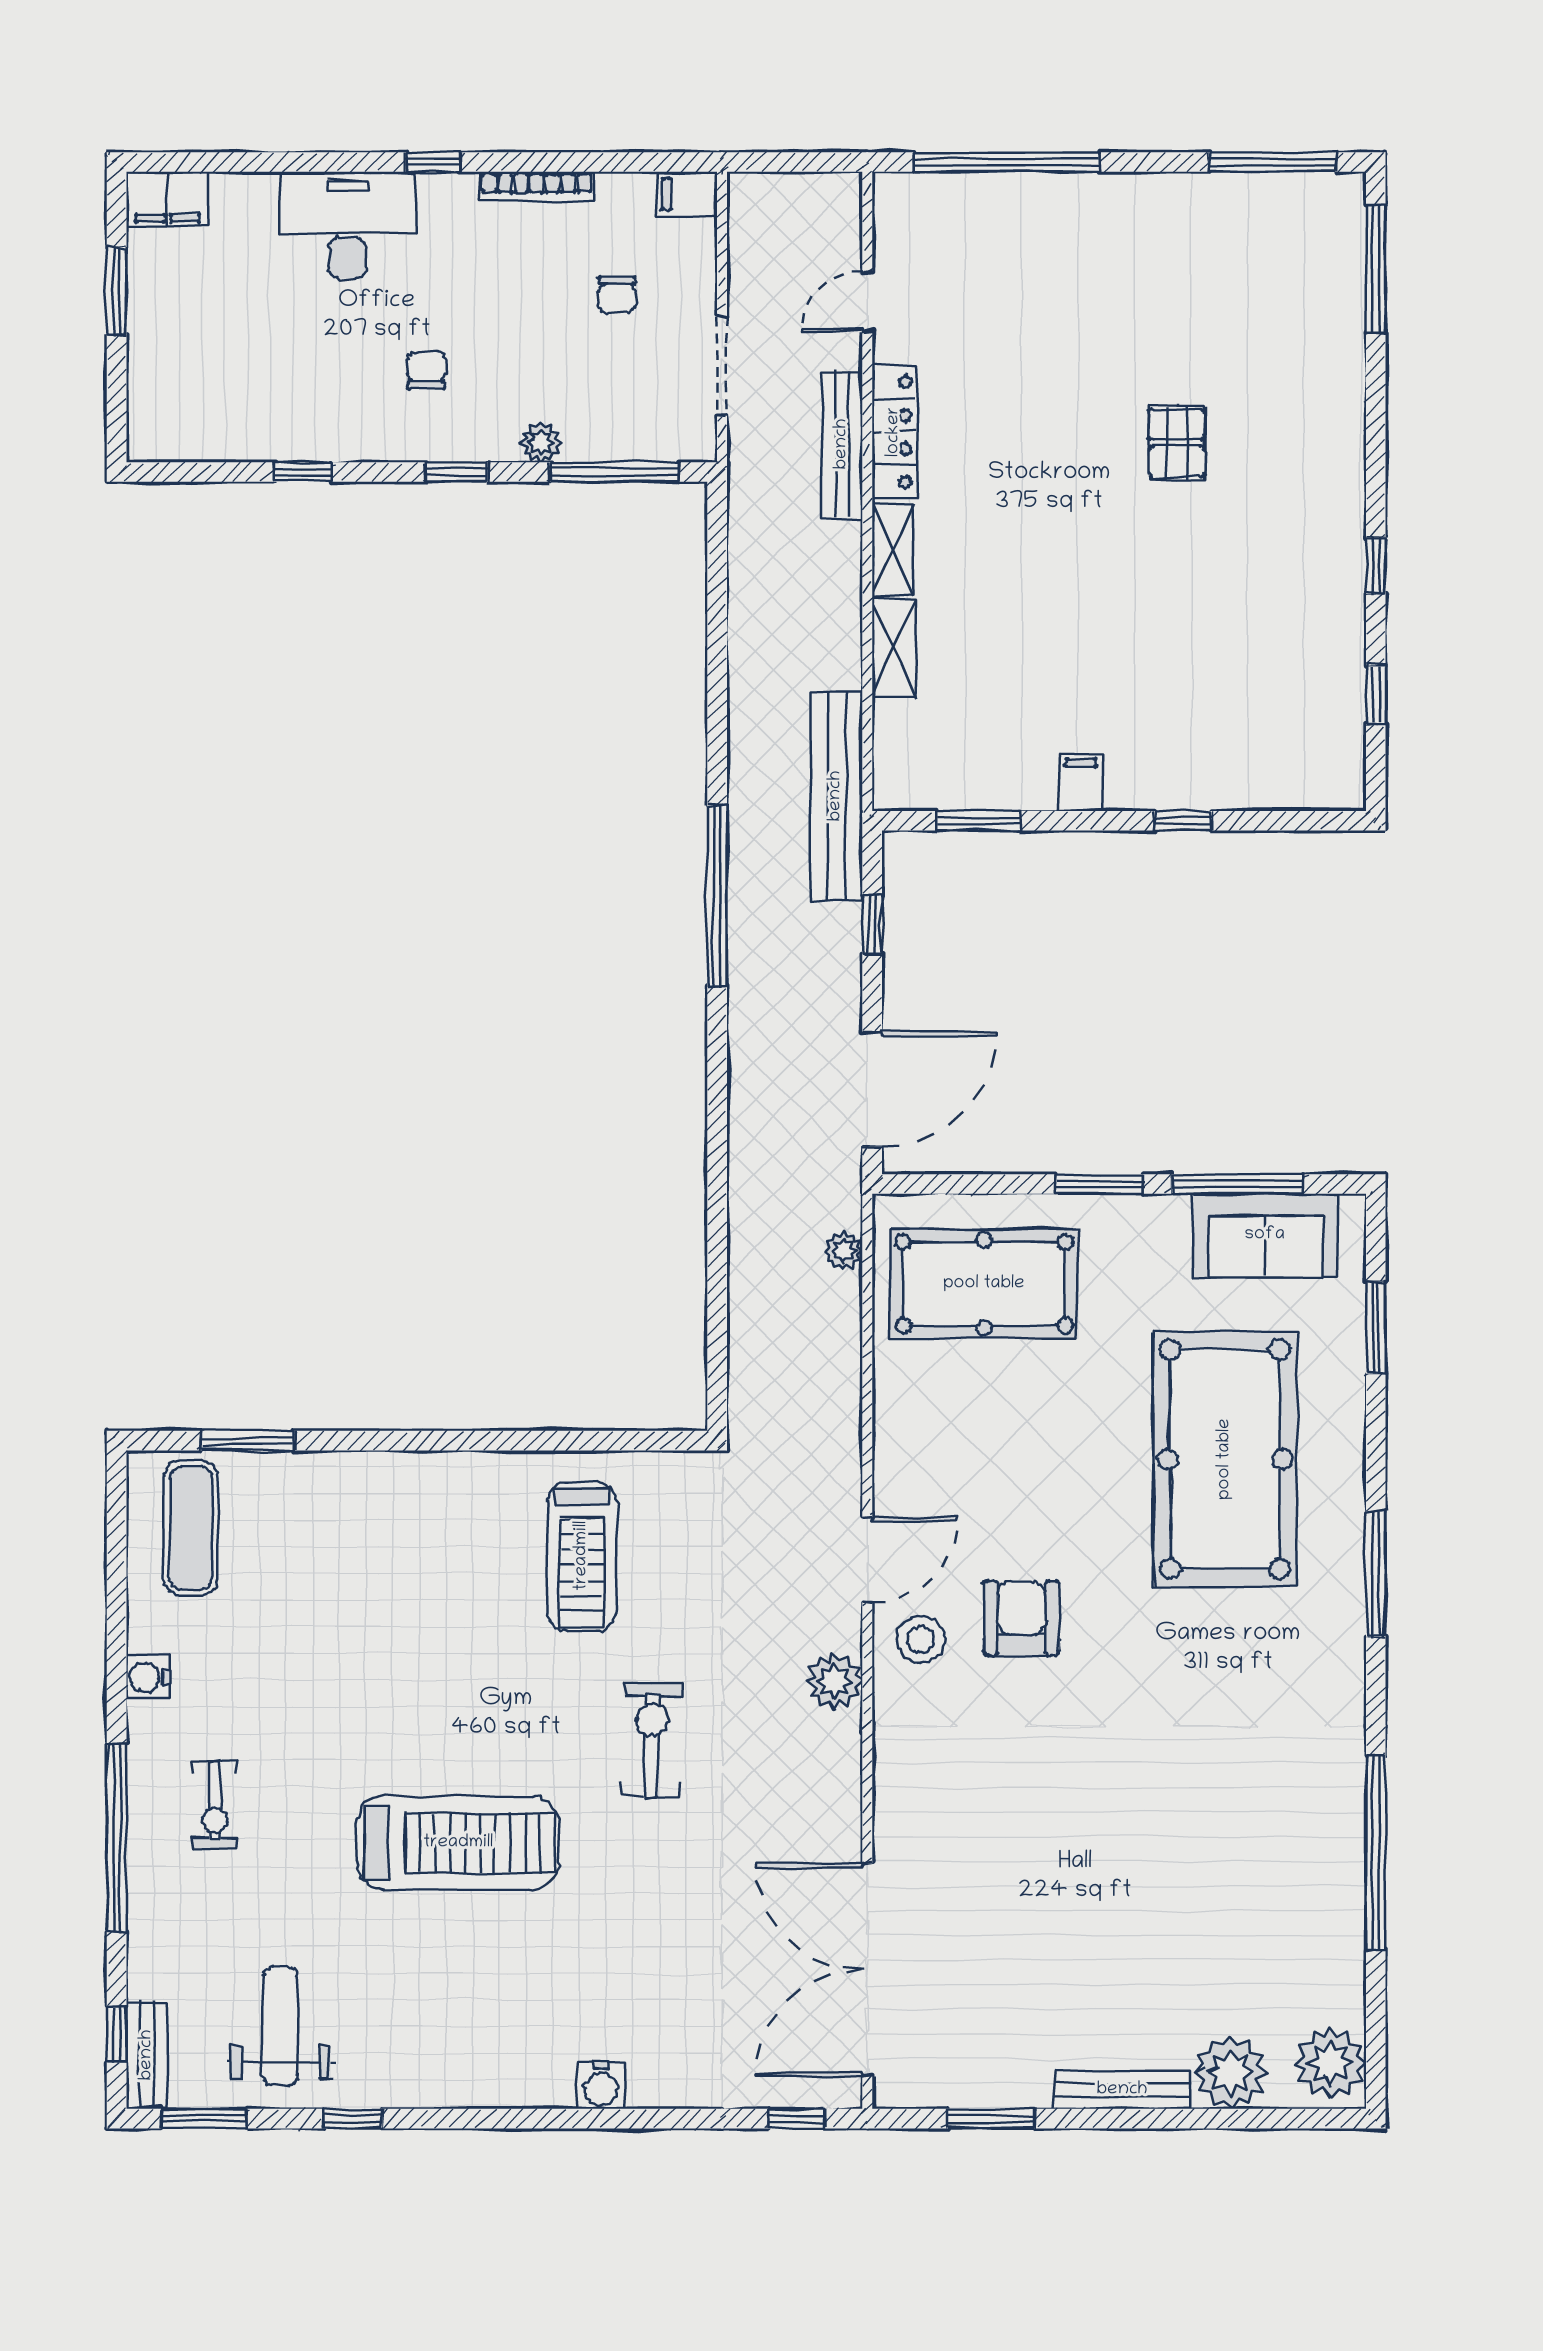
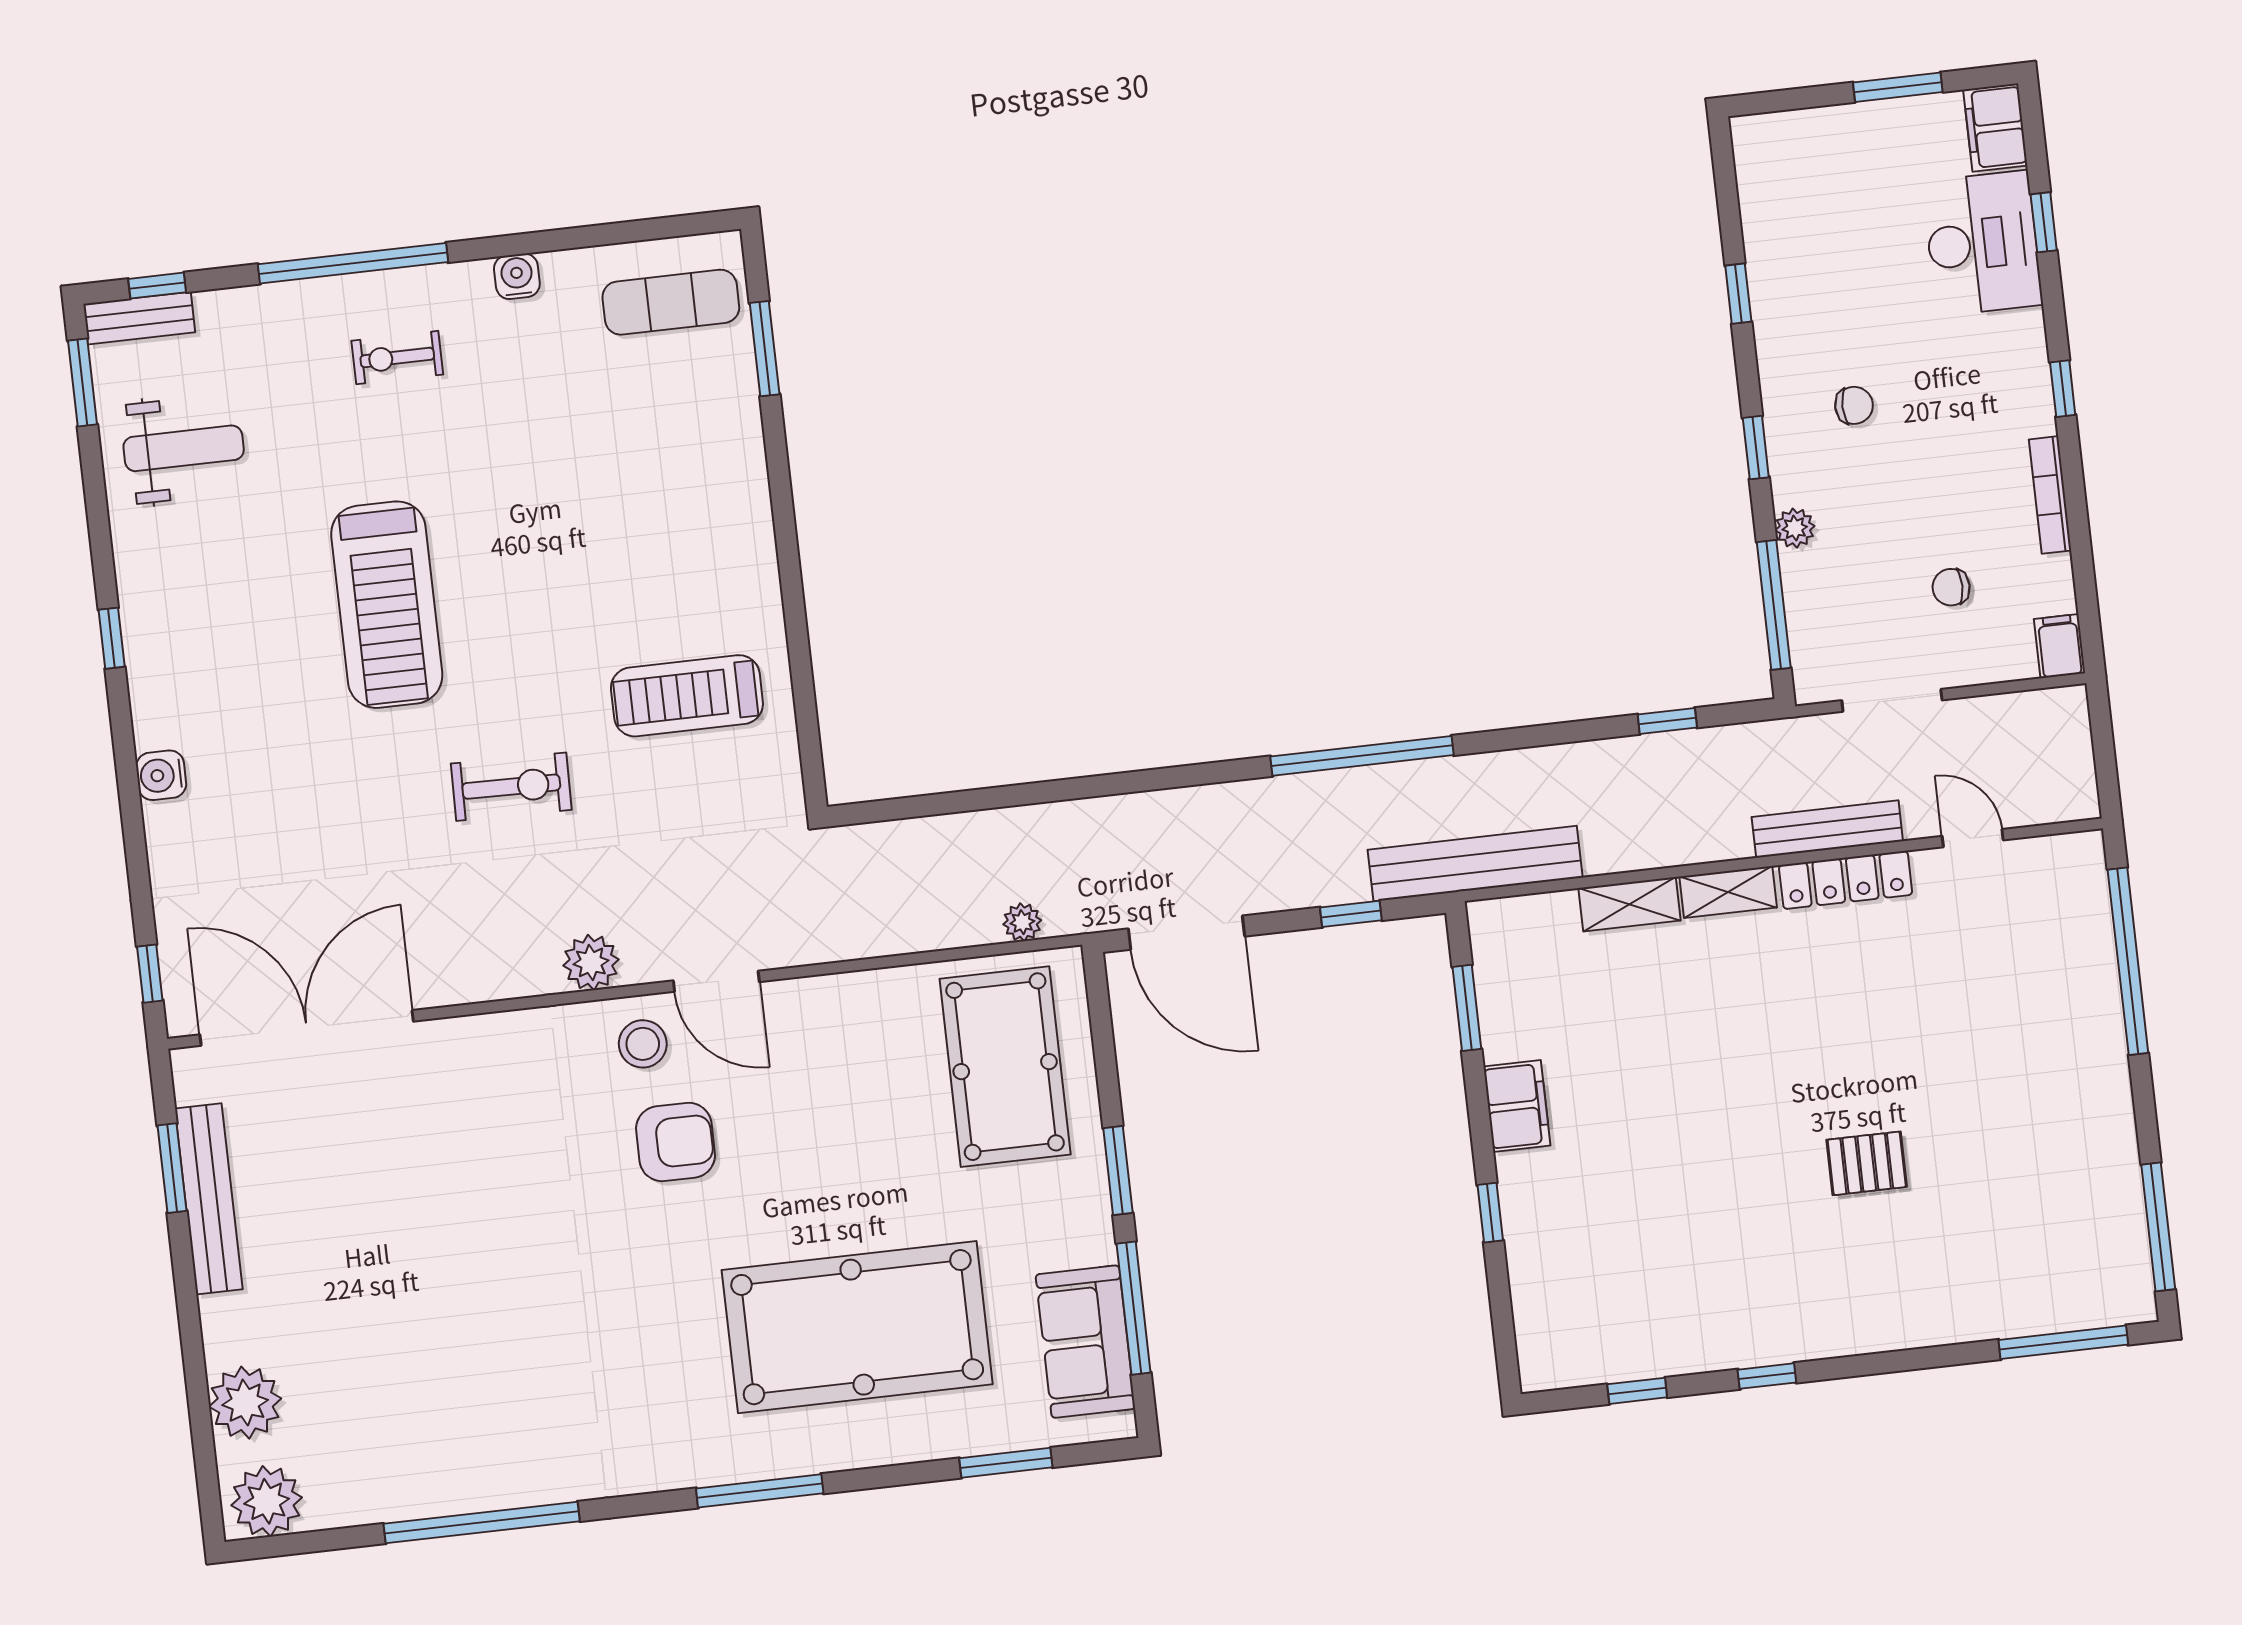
window: (267, 162) -> (2044, 222), added
desk: (348, 225) -> (1982, 243), moved
window: (717, 590) -> (1667, 721), added
filing cabinet: (1081, 782) -> (1517, 1106), width x2.00
bench: (1122, 2090) -> (209, 1199), moved, width x1.37, depth x1.21
window: (353, 2119) -> (112, 638), moved

